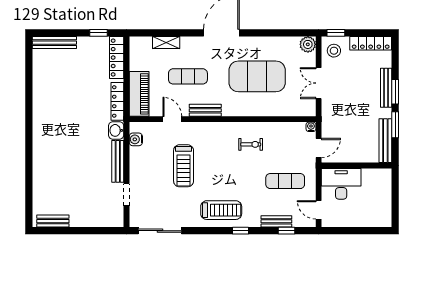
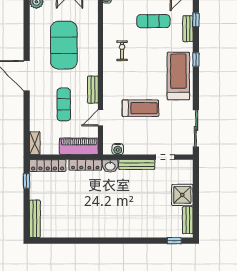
shelving: (166, 42) -> (35, 143), moved
exercise mat: (285, 181) -> (153, 21), turned 90
window: (29, 205) -> (174, 241), added
treadmill: (221, 210) -> (178, 76), width x1.37, depth x1.38
shower: (82, 215) -> (182, 195), added

